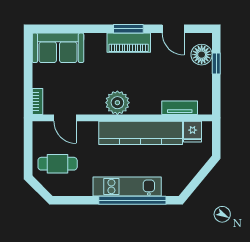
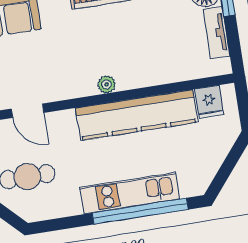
plant: (117, 103) -> (107, 84), width x0.53, depth x0.53
tv unit: (180, 108) -> (216, 33), moved, turned -90

